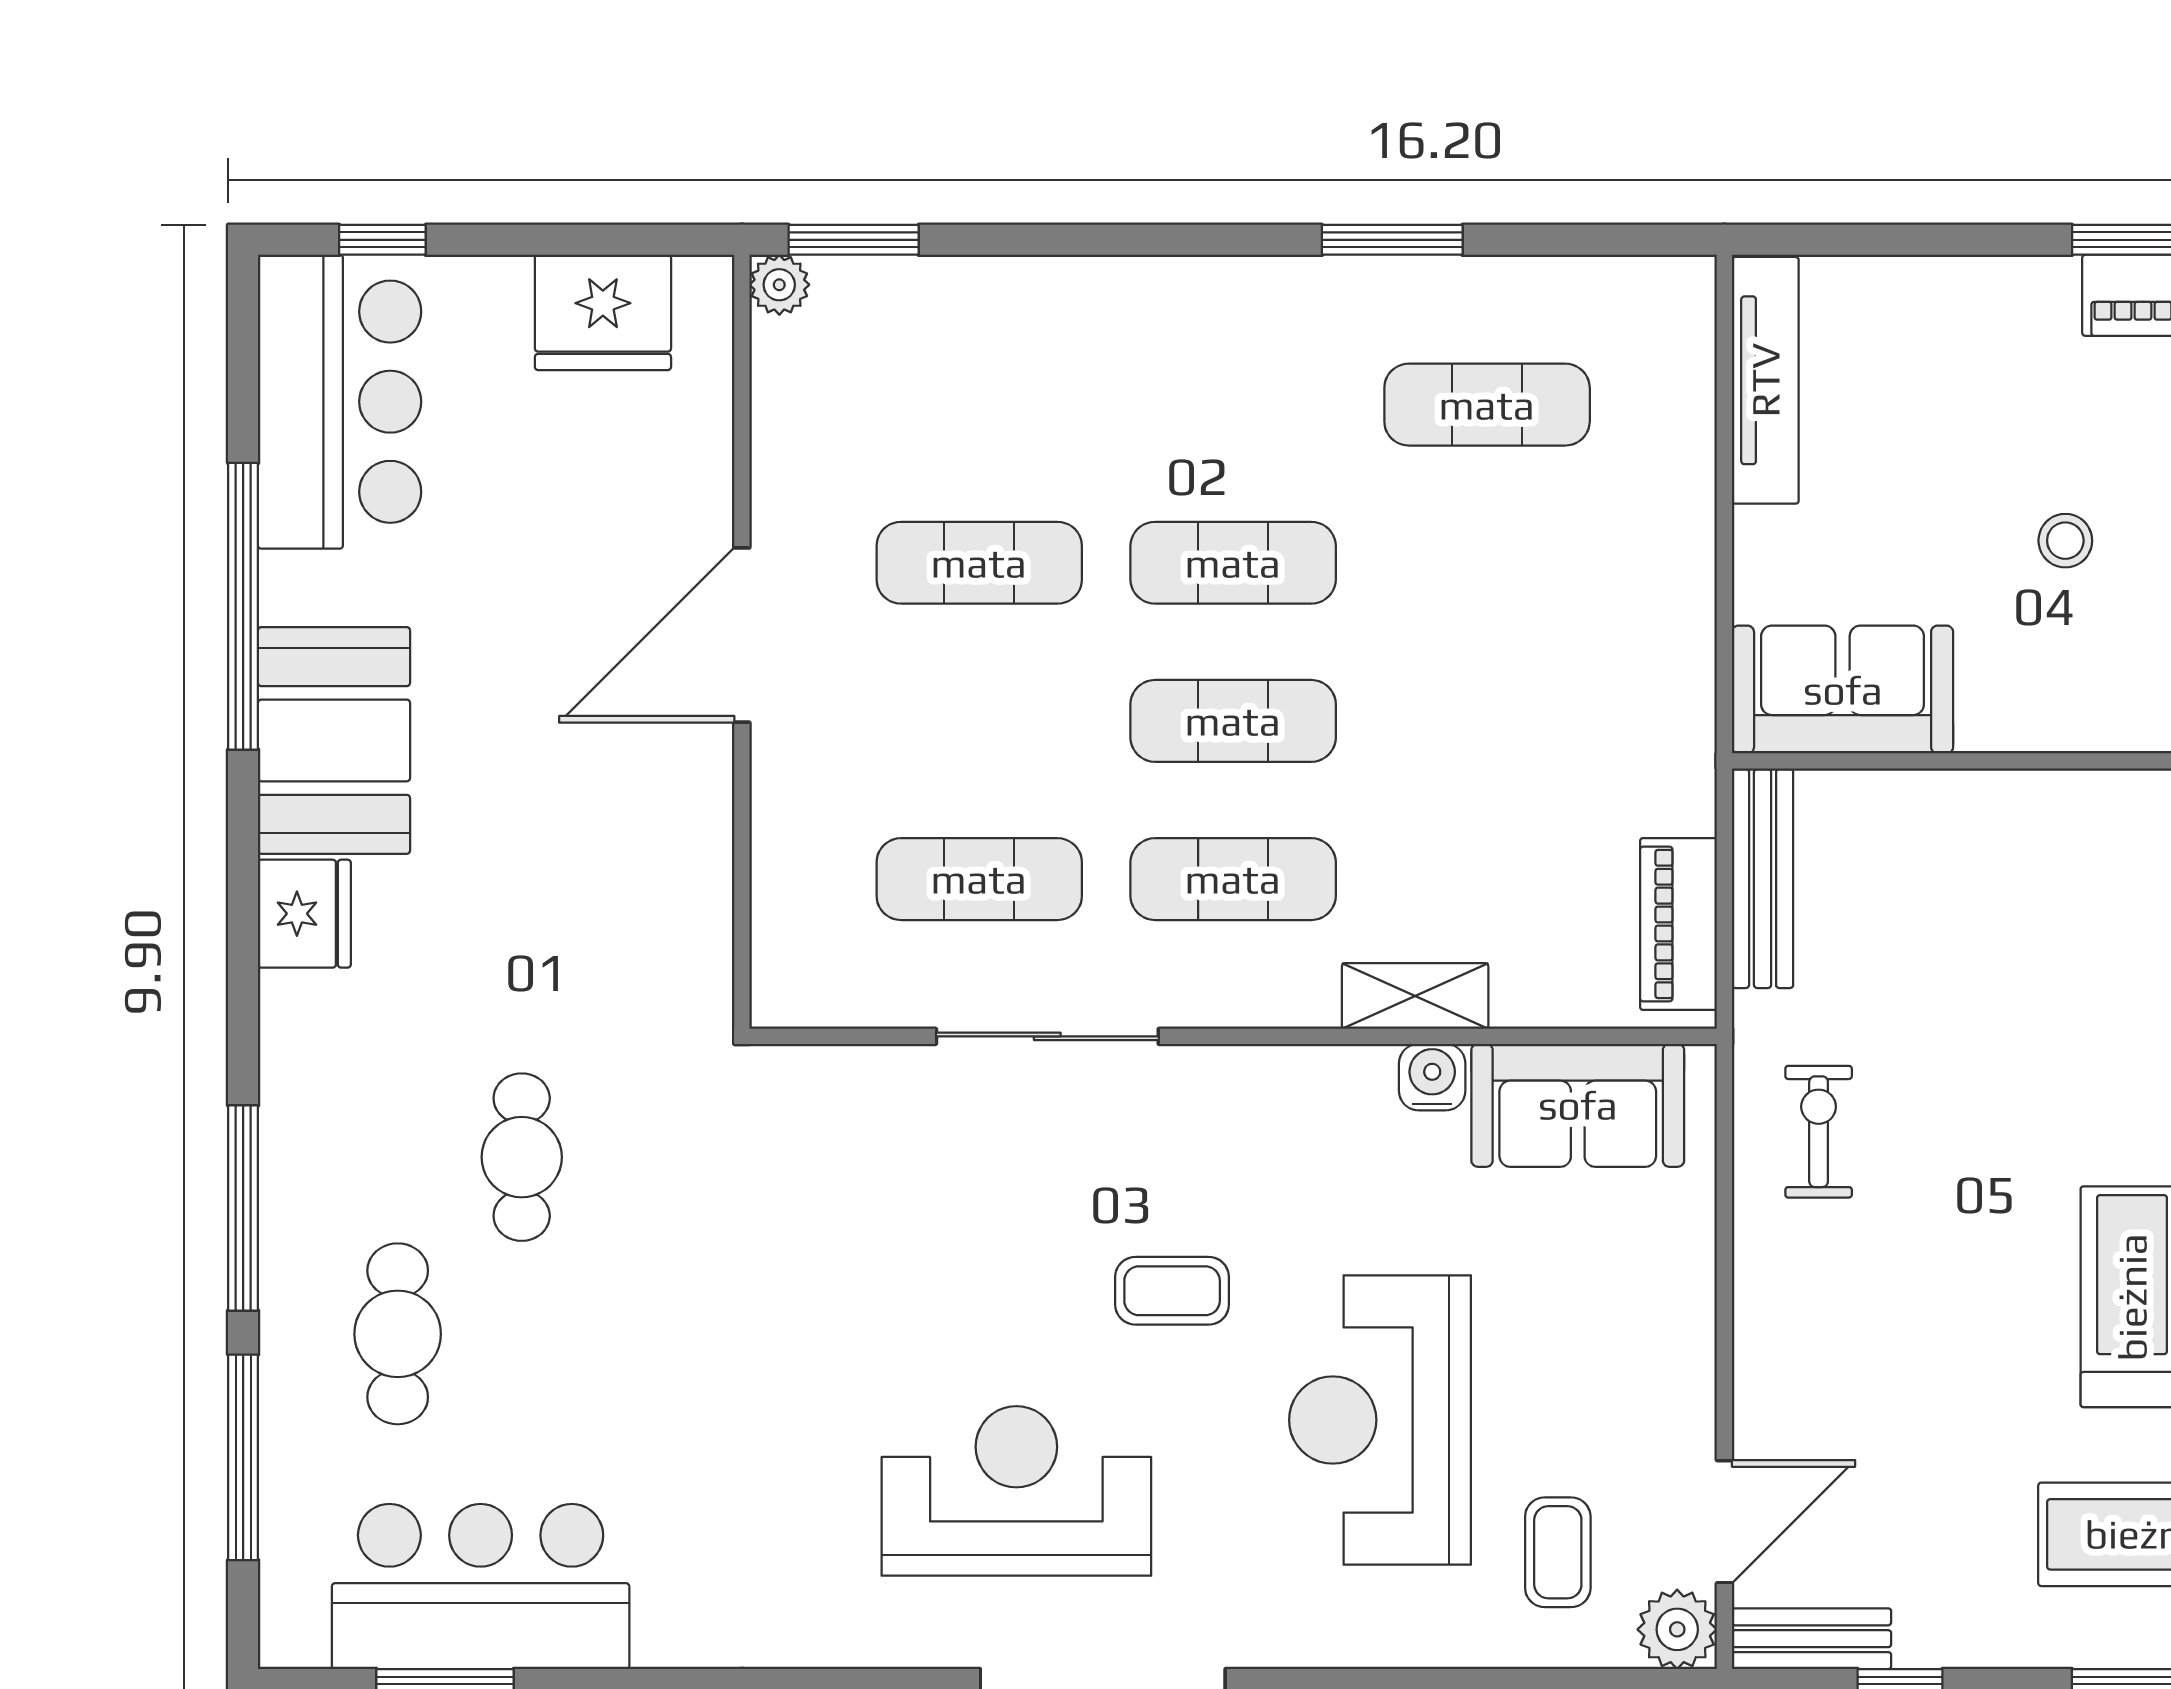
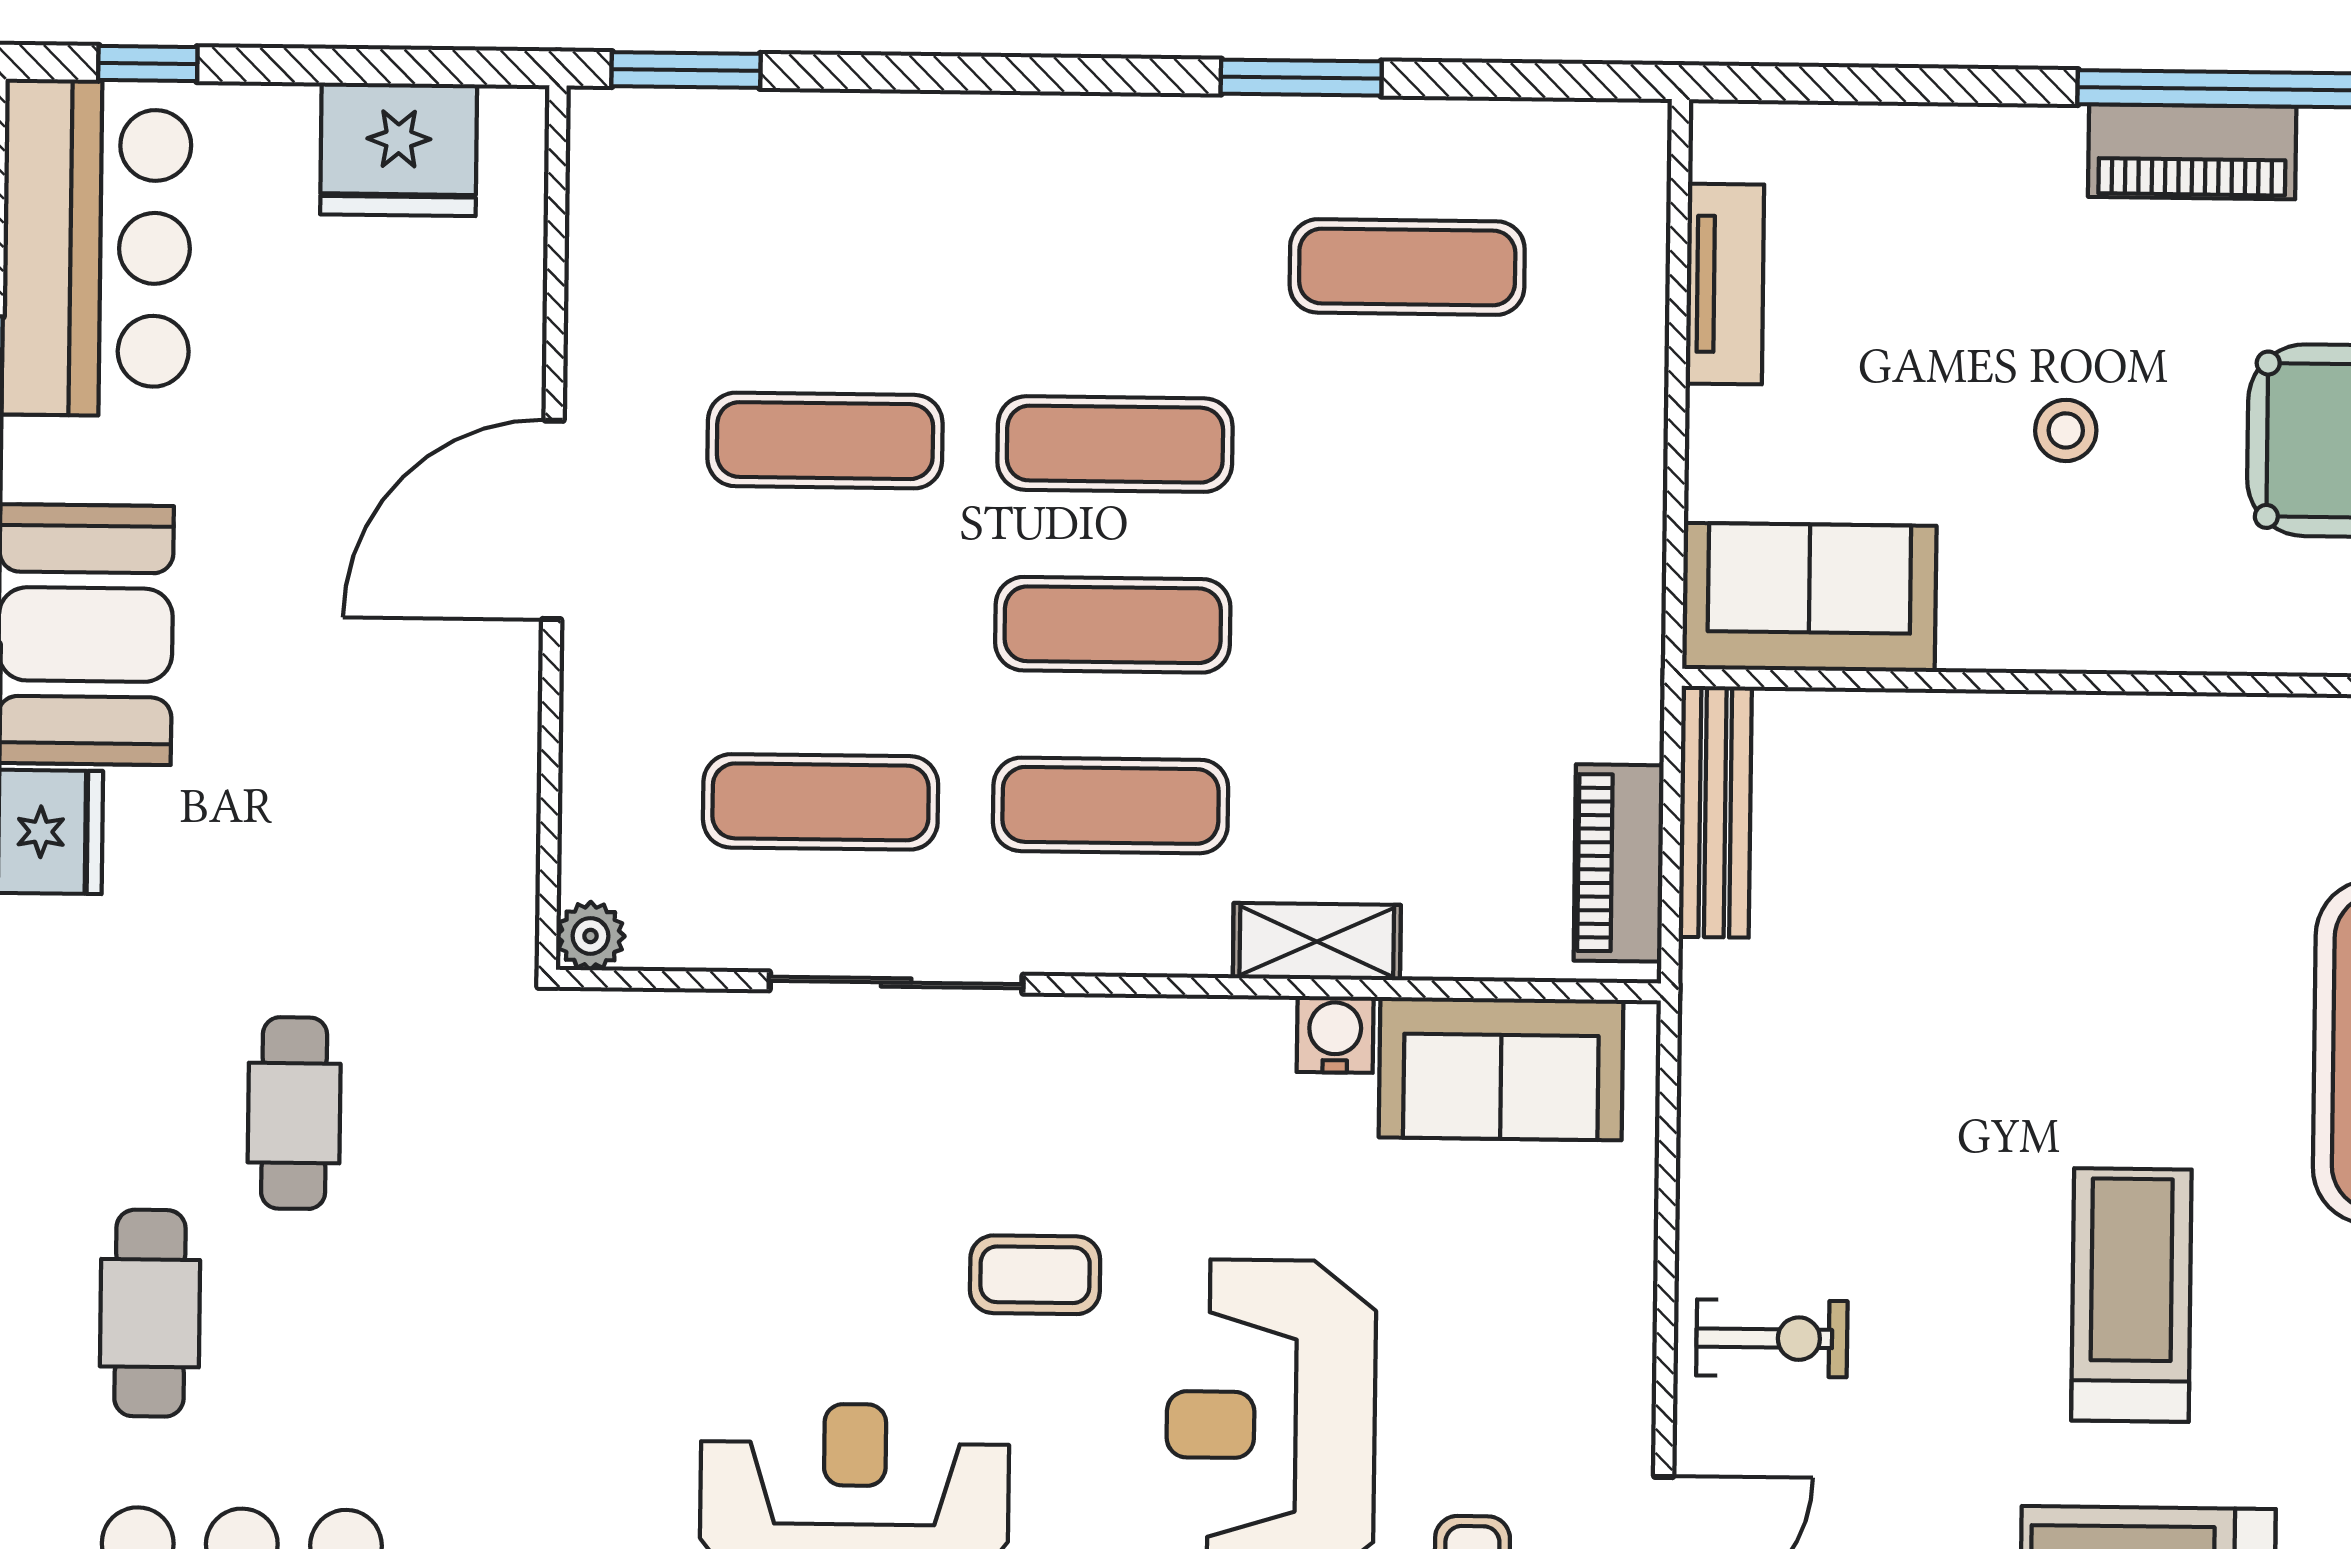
plant: (779, 285) -> (590, 936), moved
tv unit: (1765, 380) -> (1725, 284), width x0.71
exercise bike: (1819, 1132) -> (1772, 1338), moved, turned 90

